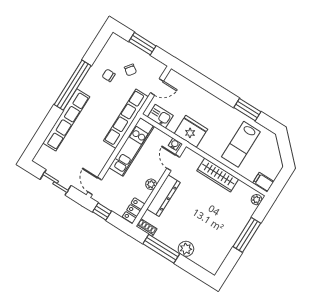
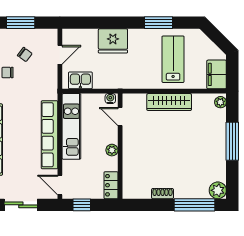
row of seats: (126, 119) -> (49, 135), moved
fridge: (191, 131) -> (113, 41), moved, turned 180
lab bench: (241, 144) -> (173, 59), turned 180
filing cabinet: (263, 182) -> (217, 74), width x2.00
dresser: (163, 196) -> (130, 154), removed
shoe rack: (146, 227) -> (163, 194), moved
window: (161, 249) -> (194, 205), moved
plant: (186, 249) -> (218, 190), moved

